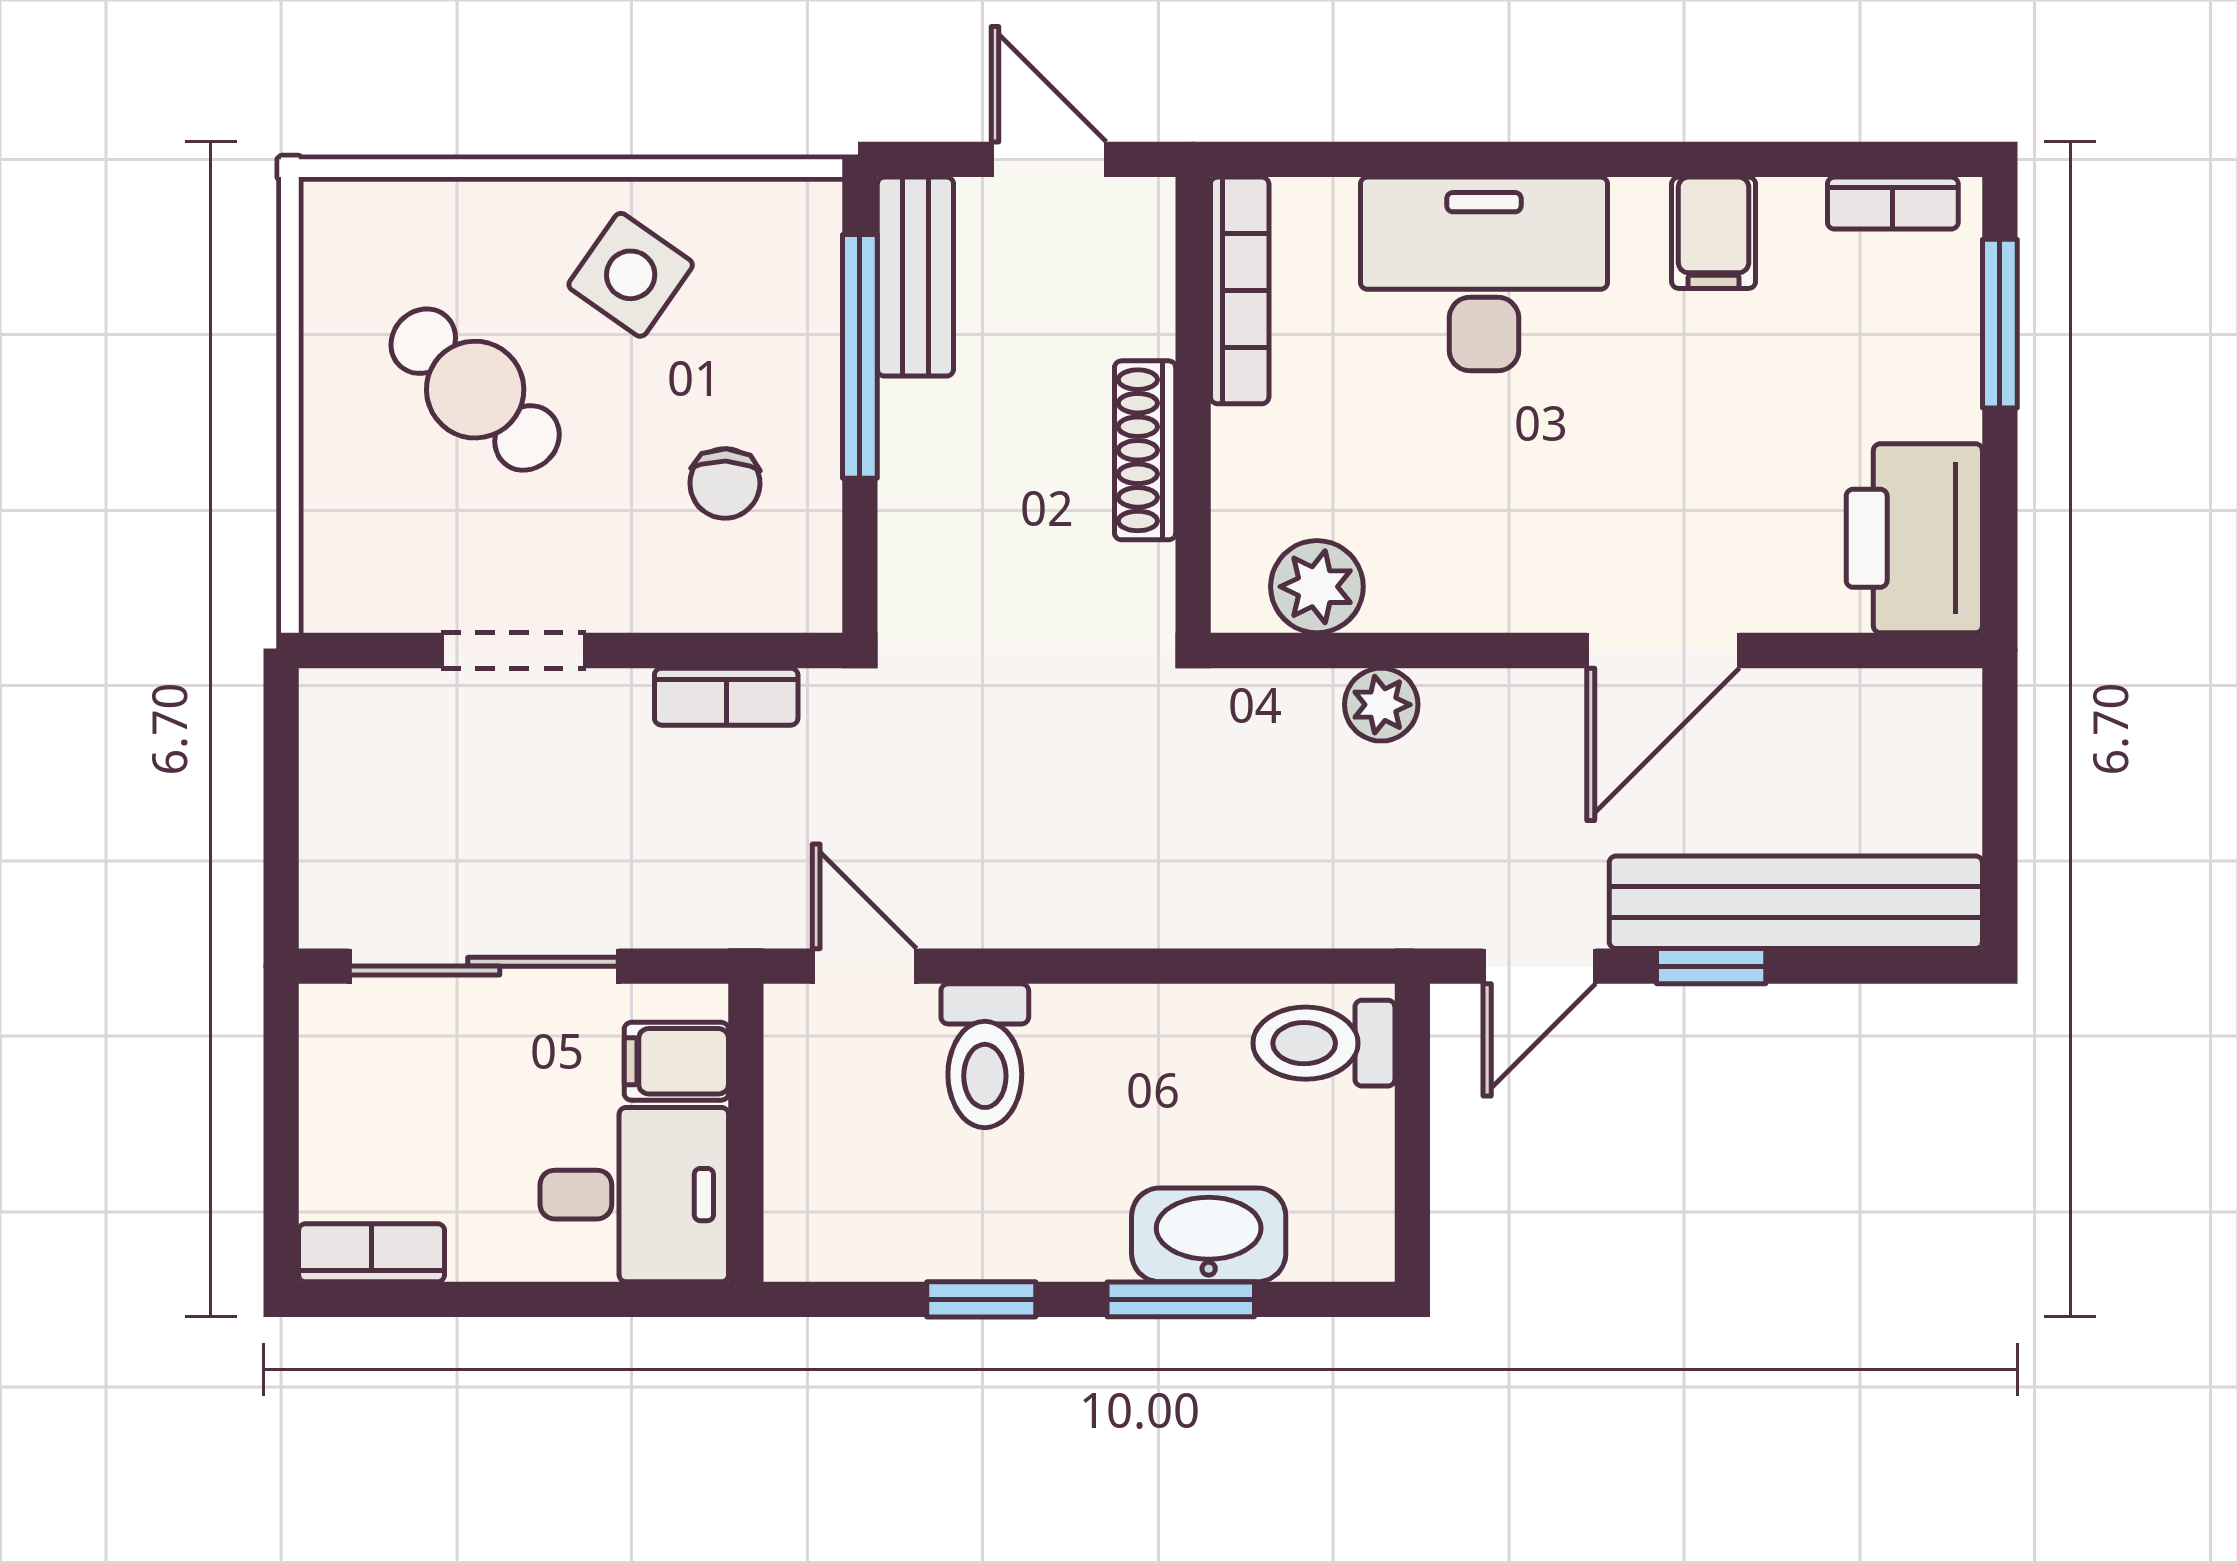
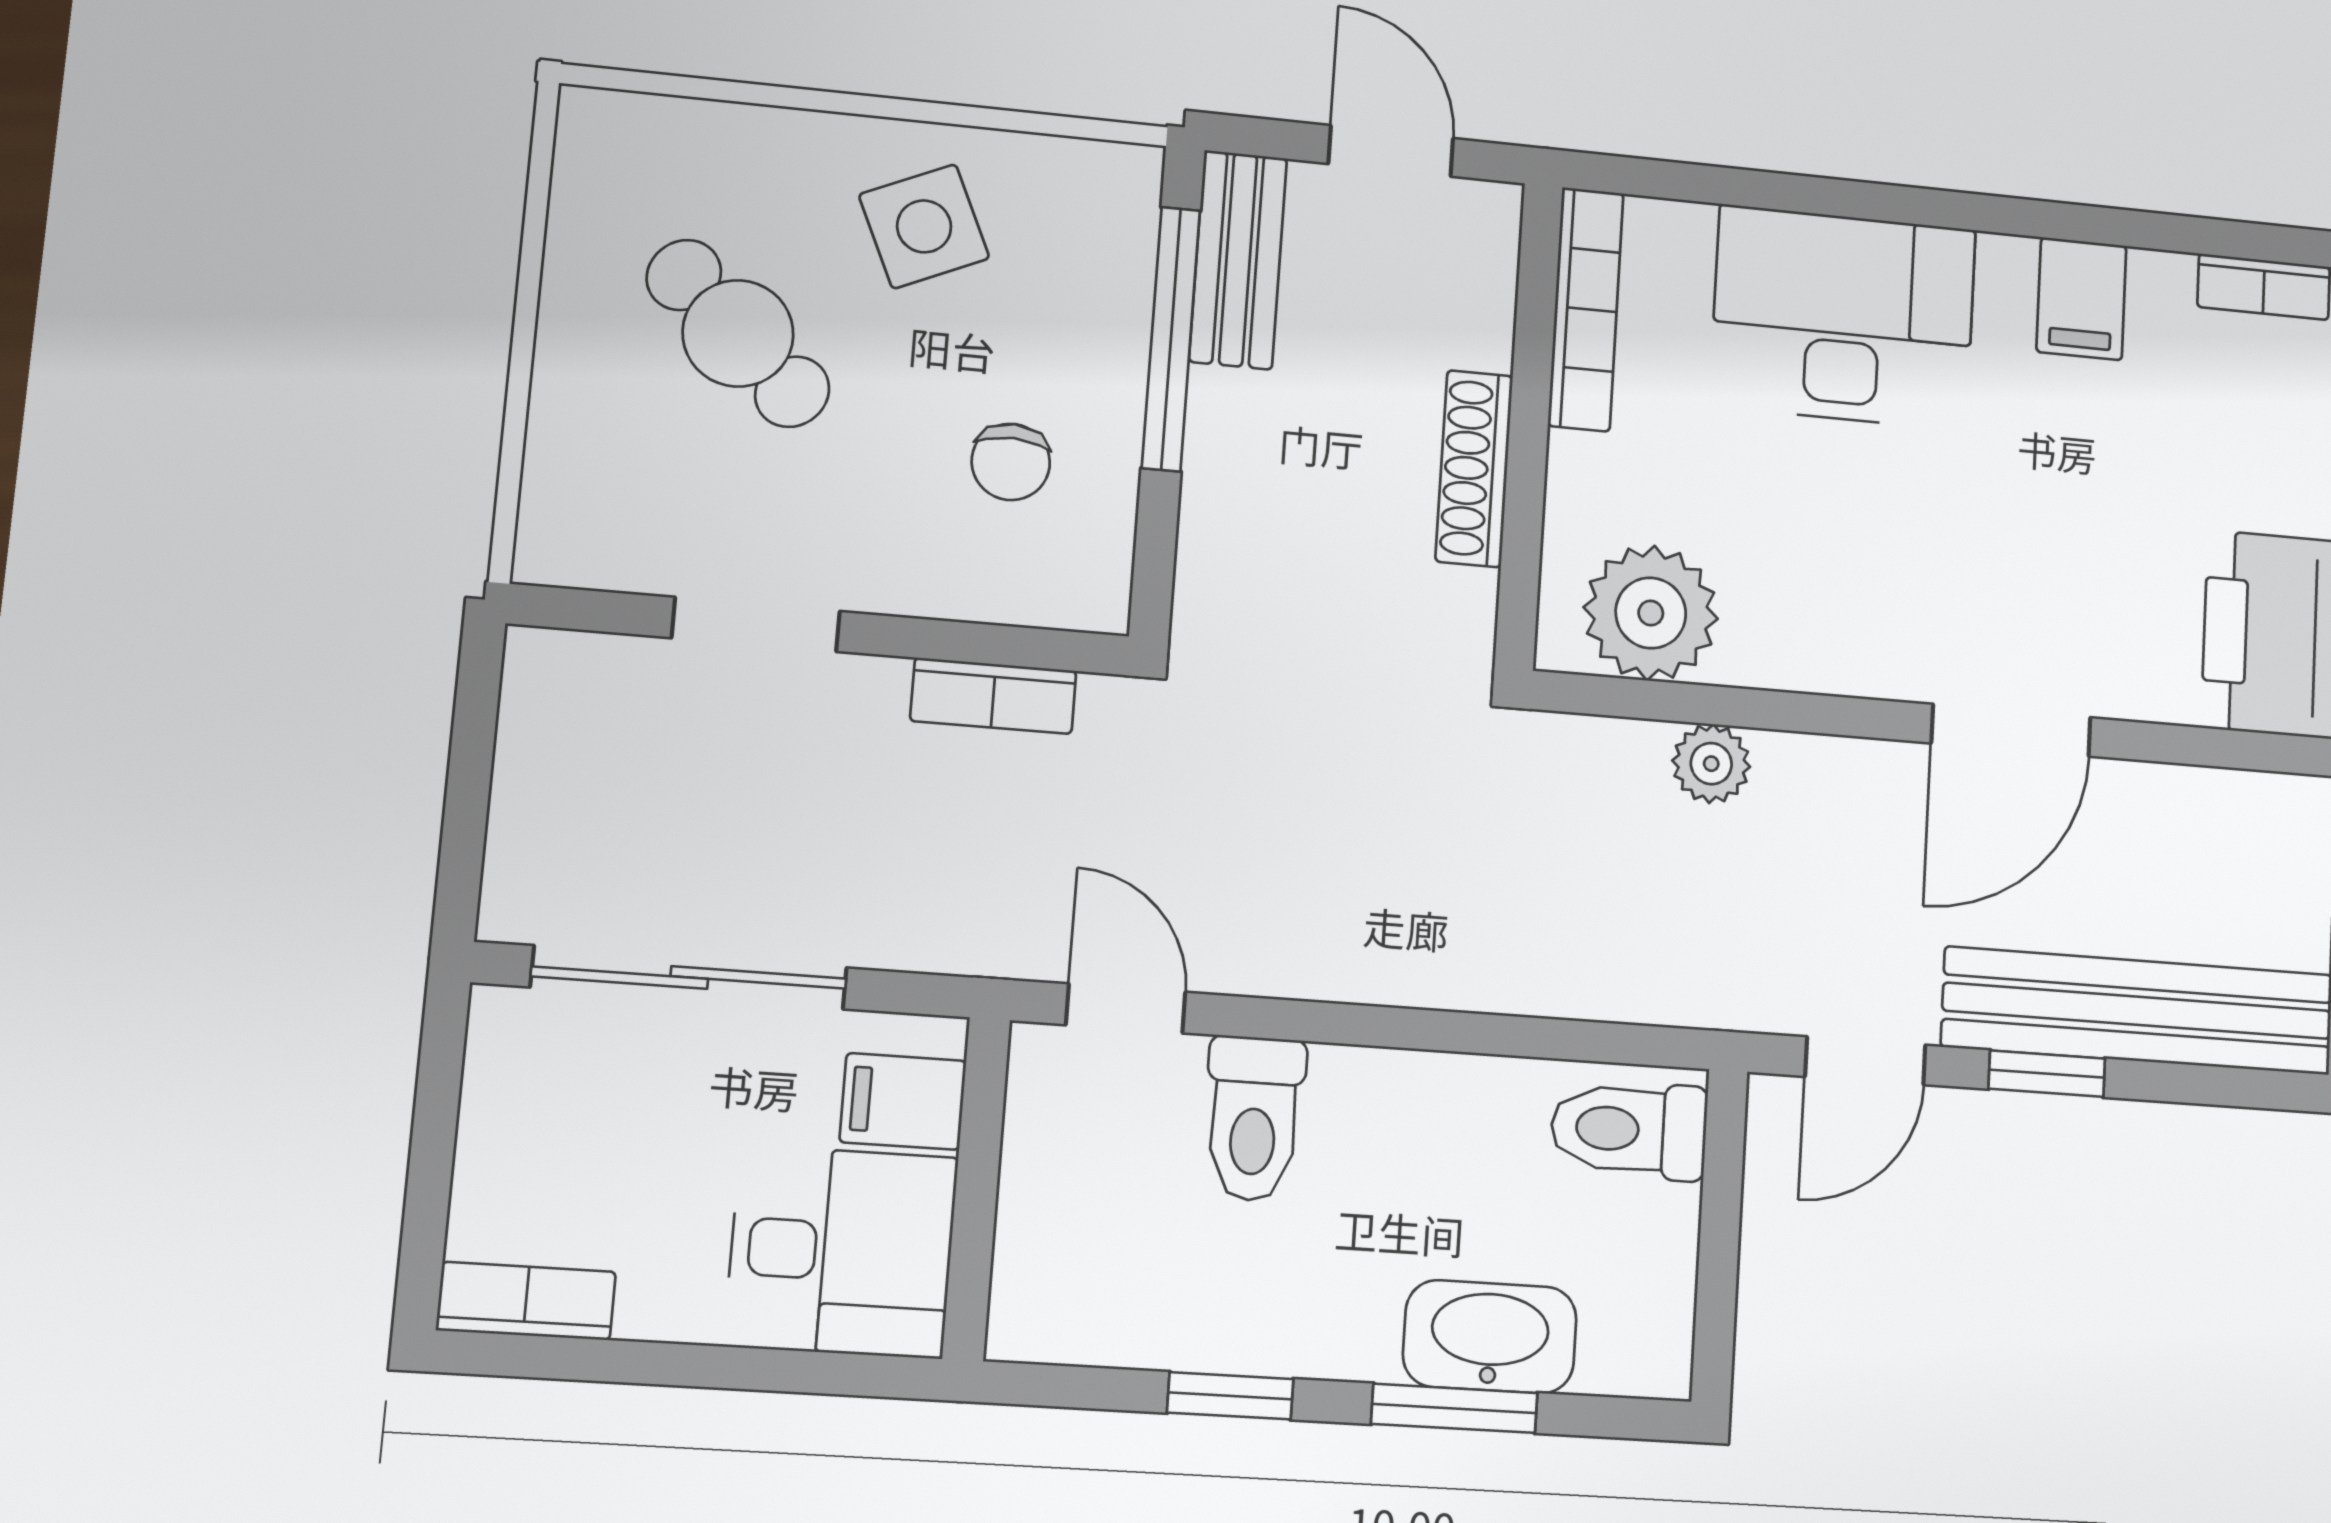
side table: (631, 275) -> (924, 226), turned 31
plant: (1317, 587) -> (1651, 613), width x1.36, depth x1.36

